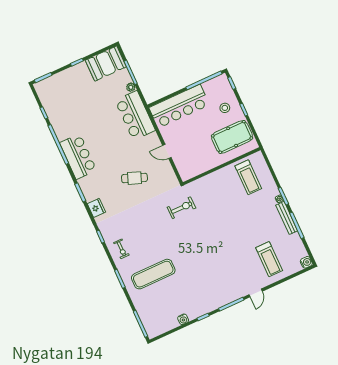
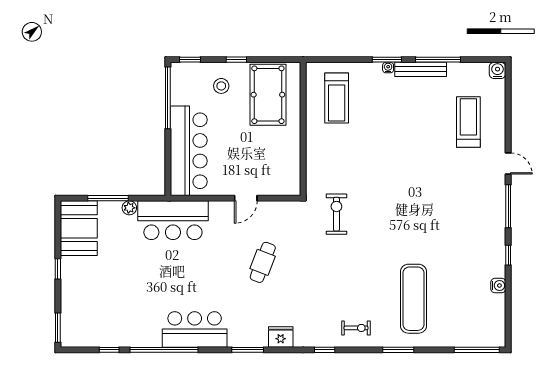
treadmill: (248, 177) -> (337, 98), turned 90
treadmill: (269, 259) -> (468, 122), turned -90

